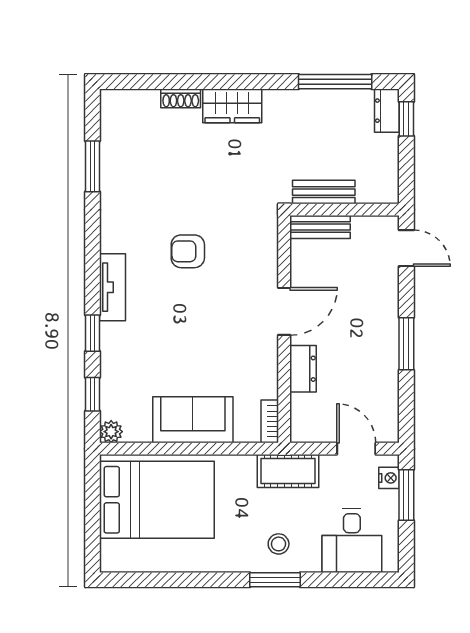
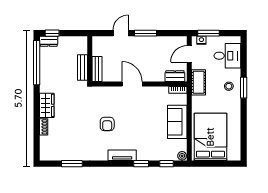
window: (335, 82) -> (37, 63), width x1.46
door: (406, 248) -> (121, 33), moved
dresser: (303, 369) -> (175, 76), moved

